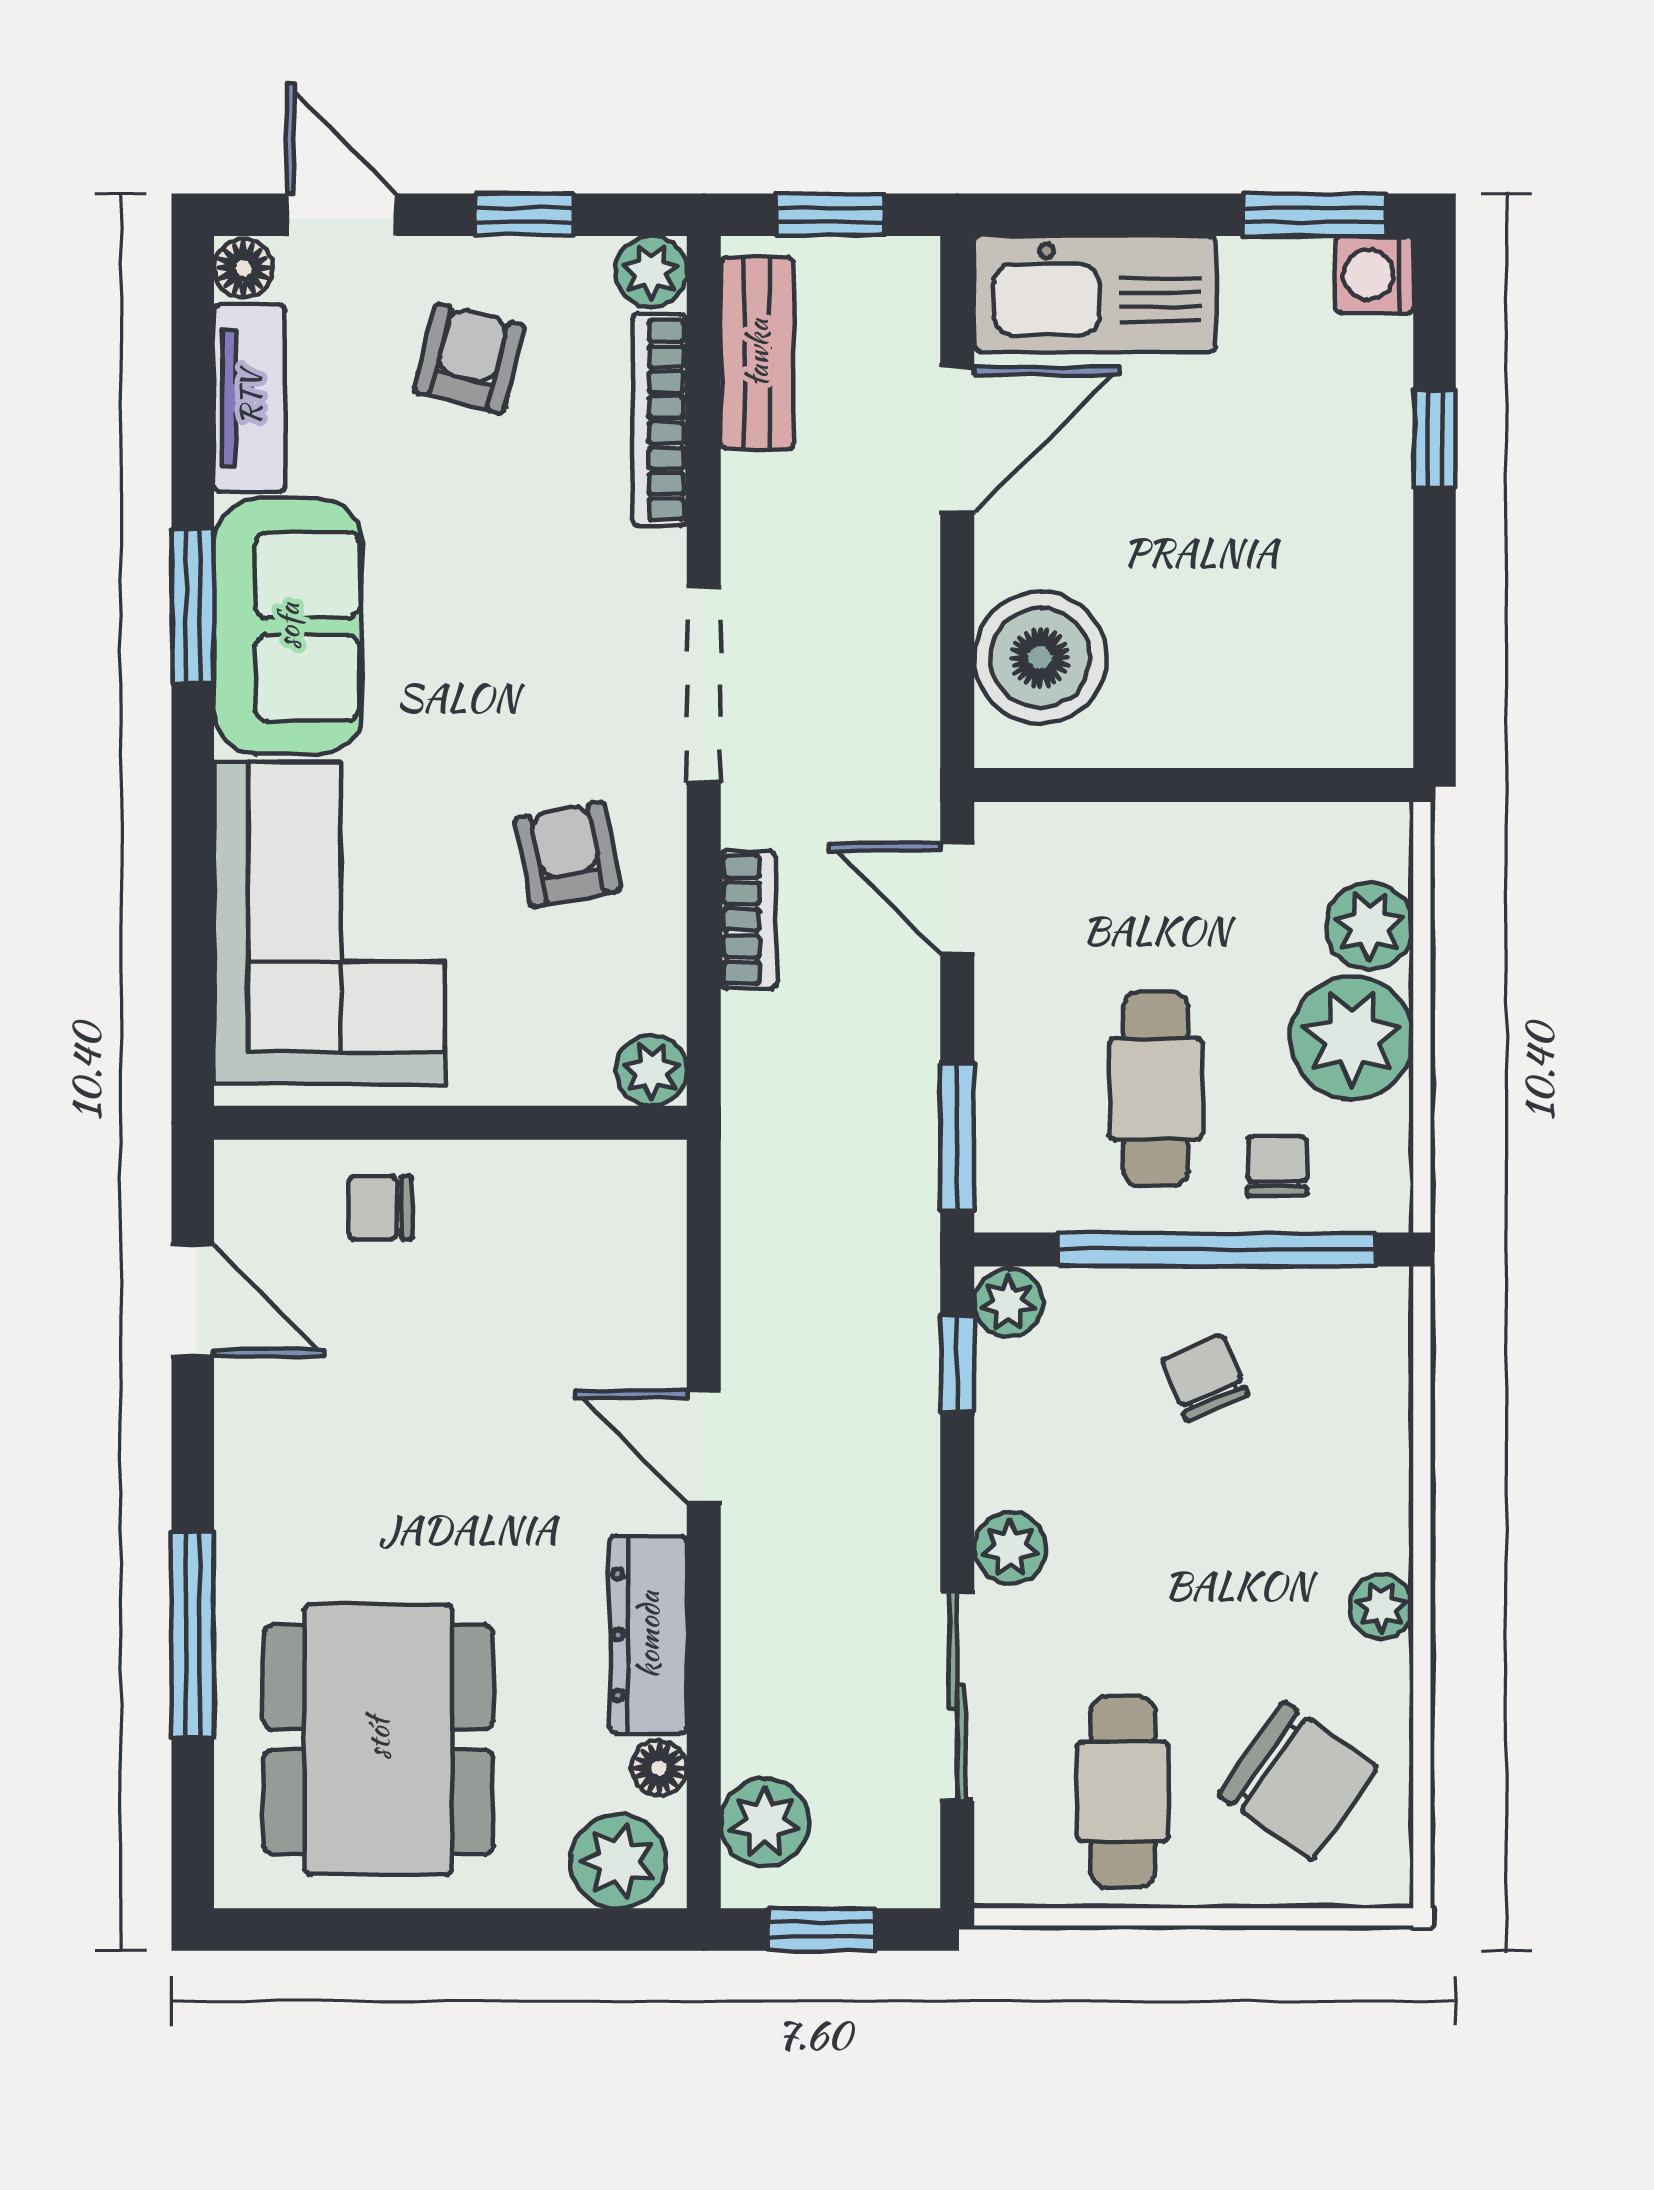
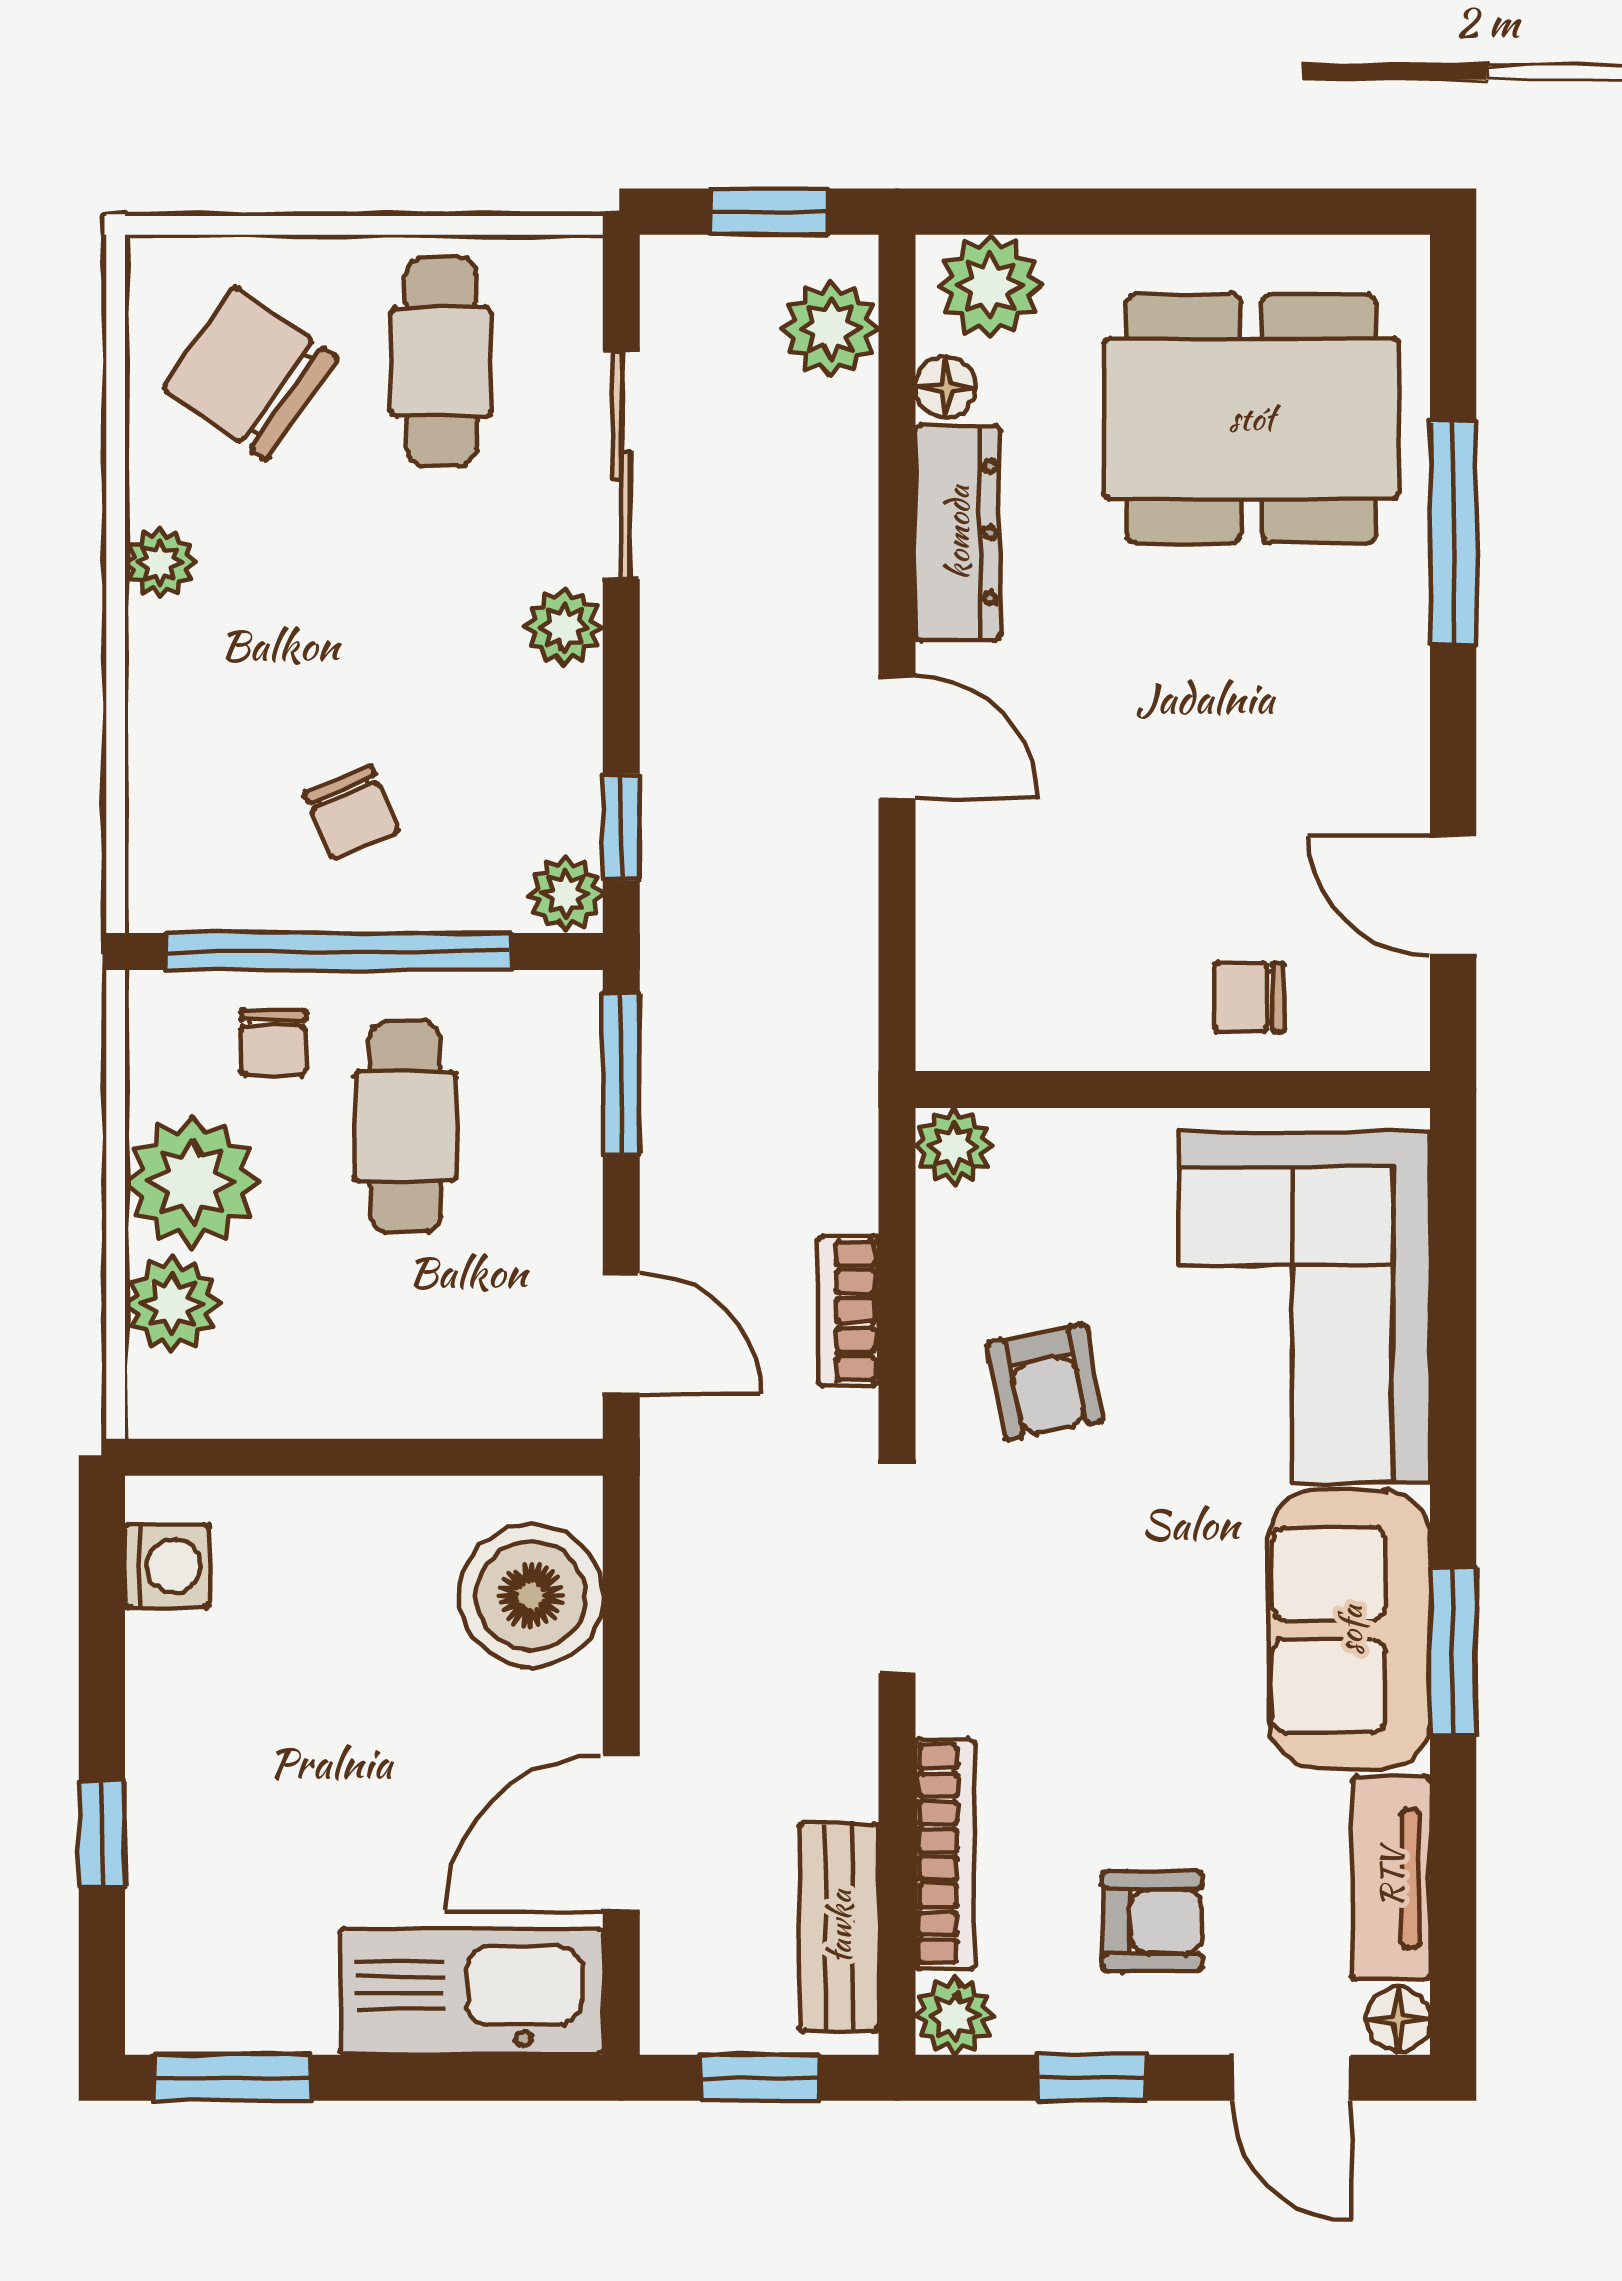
washing machine: (1375, 275) -> (167, 1566), moved
armchair: (469, 358) -> (1152, 1921), turned -104
chair: (380, 1208) -> (1249, 997), turned 180
dining table: (378, 1739) -> (1251, 418), turned 90

